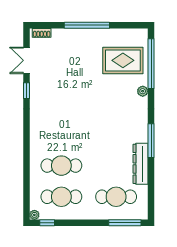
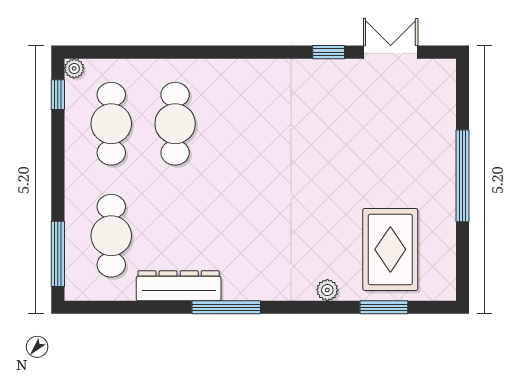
shoe rack: (42, 33) -> (447, 83), removed
window: (151, 64) -> (384, 307), width x0.47

